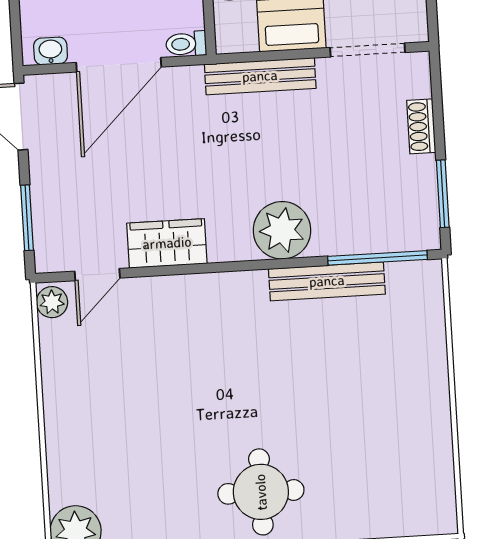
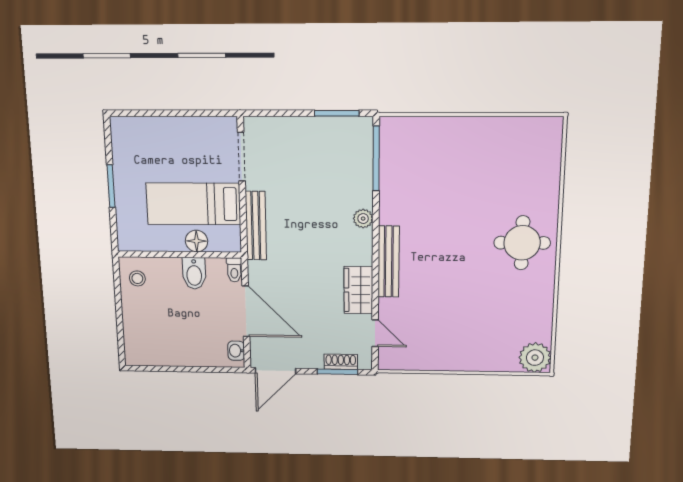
shoe rack: (421, 126) -> (341, 362), moved, turned 180
plant: (282, 230) -> (363, 219), width x0.53, depth x0.53
bench: (327, 281) -> (389, 262), moved
plant: (52, 302) -> (390, 361), removed

